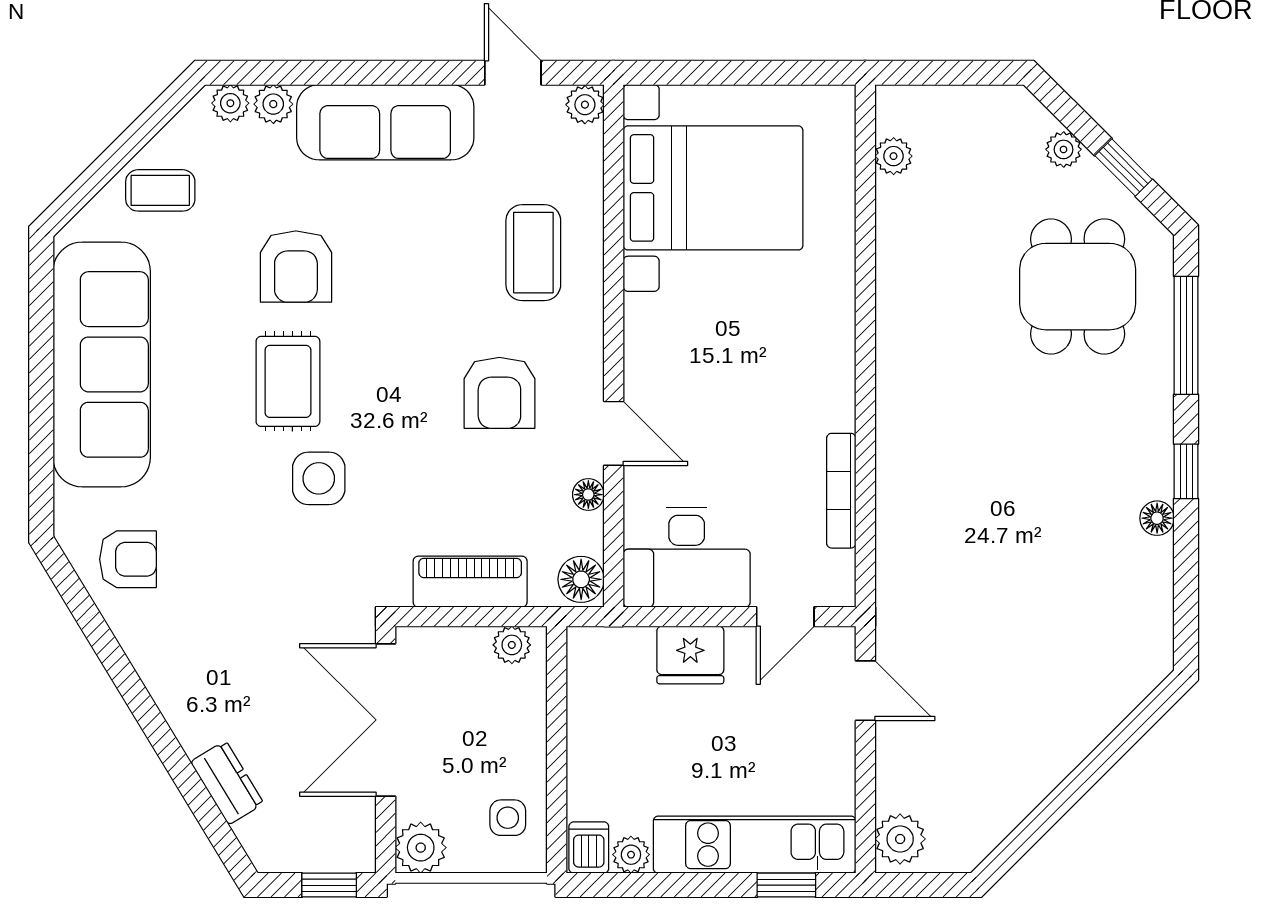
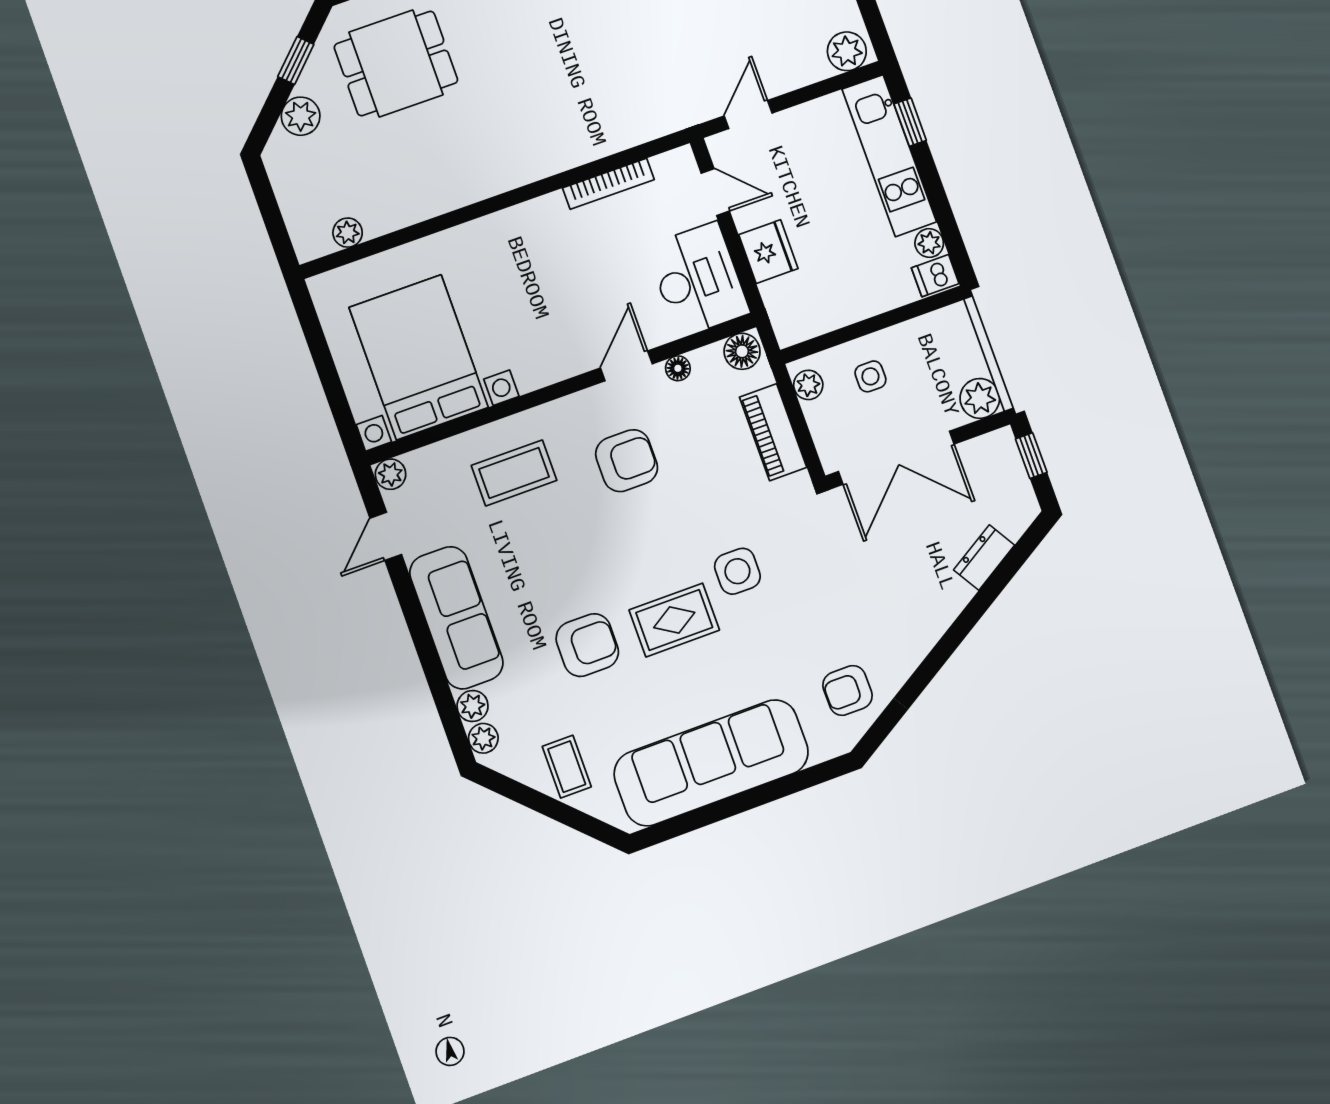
plant: (1064, 149) -> (301, 116), width x1.38, depth x1.38
armchair: (128, 559) -> (848, 690), turned -90
side table: (508, 818) -> (870, 376), moved

